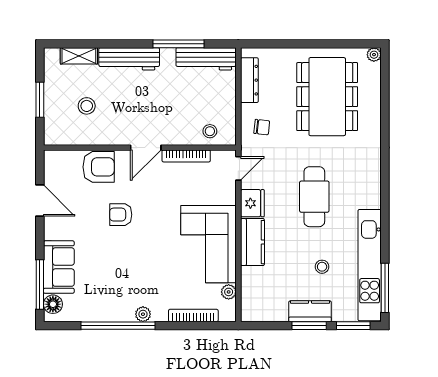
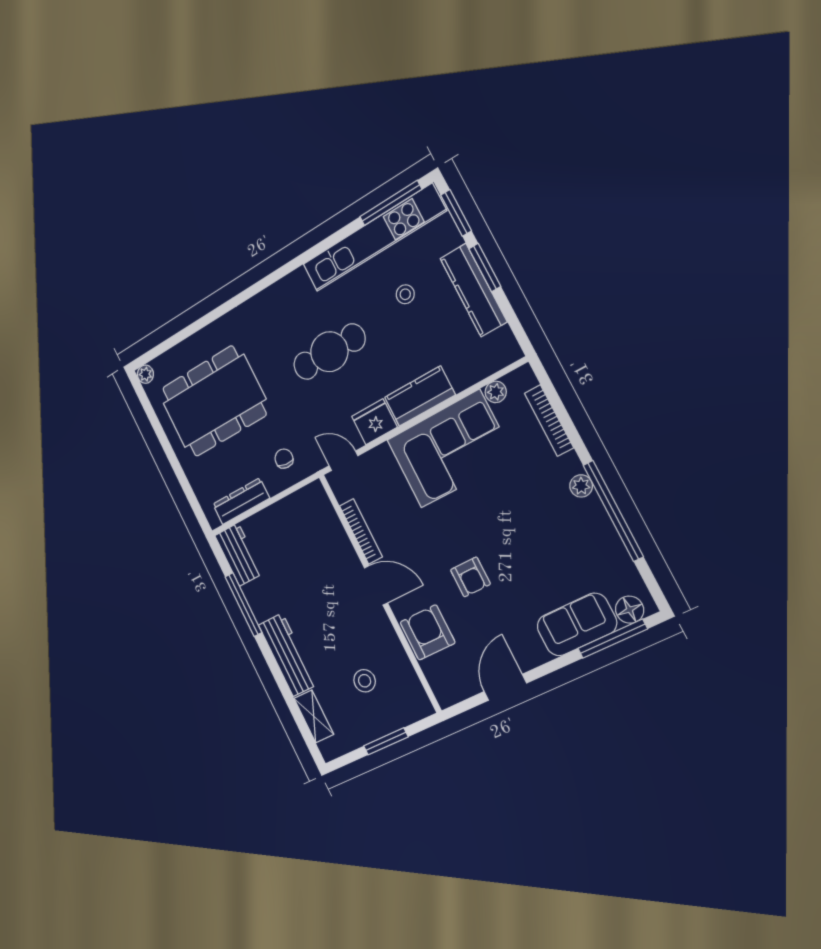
workbench: (206, 59) -> (239, 554), width x0.73
stool: (210, 131) -> (319, 518), removed
kitchen counter: (310, 311) -> (473, 290), width x1.50

